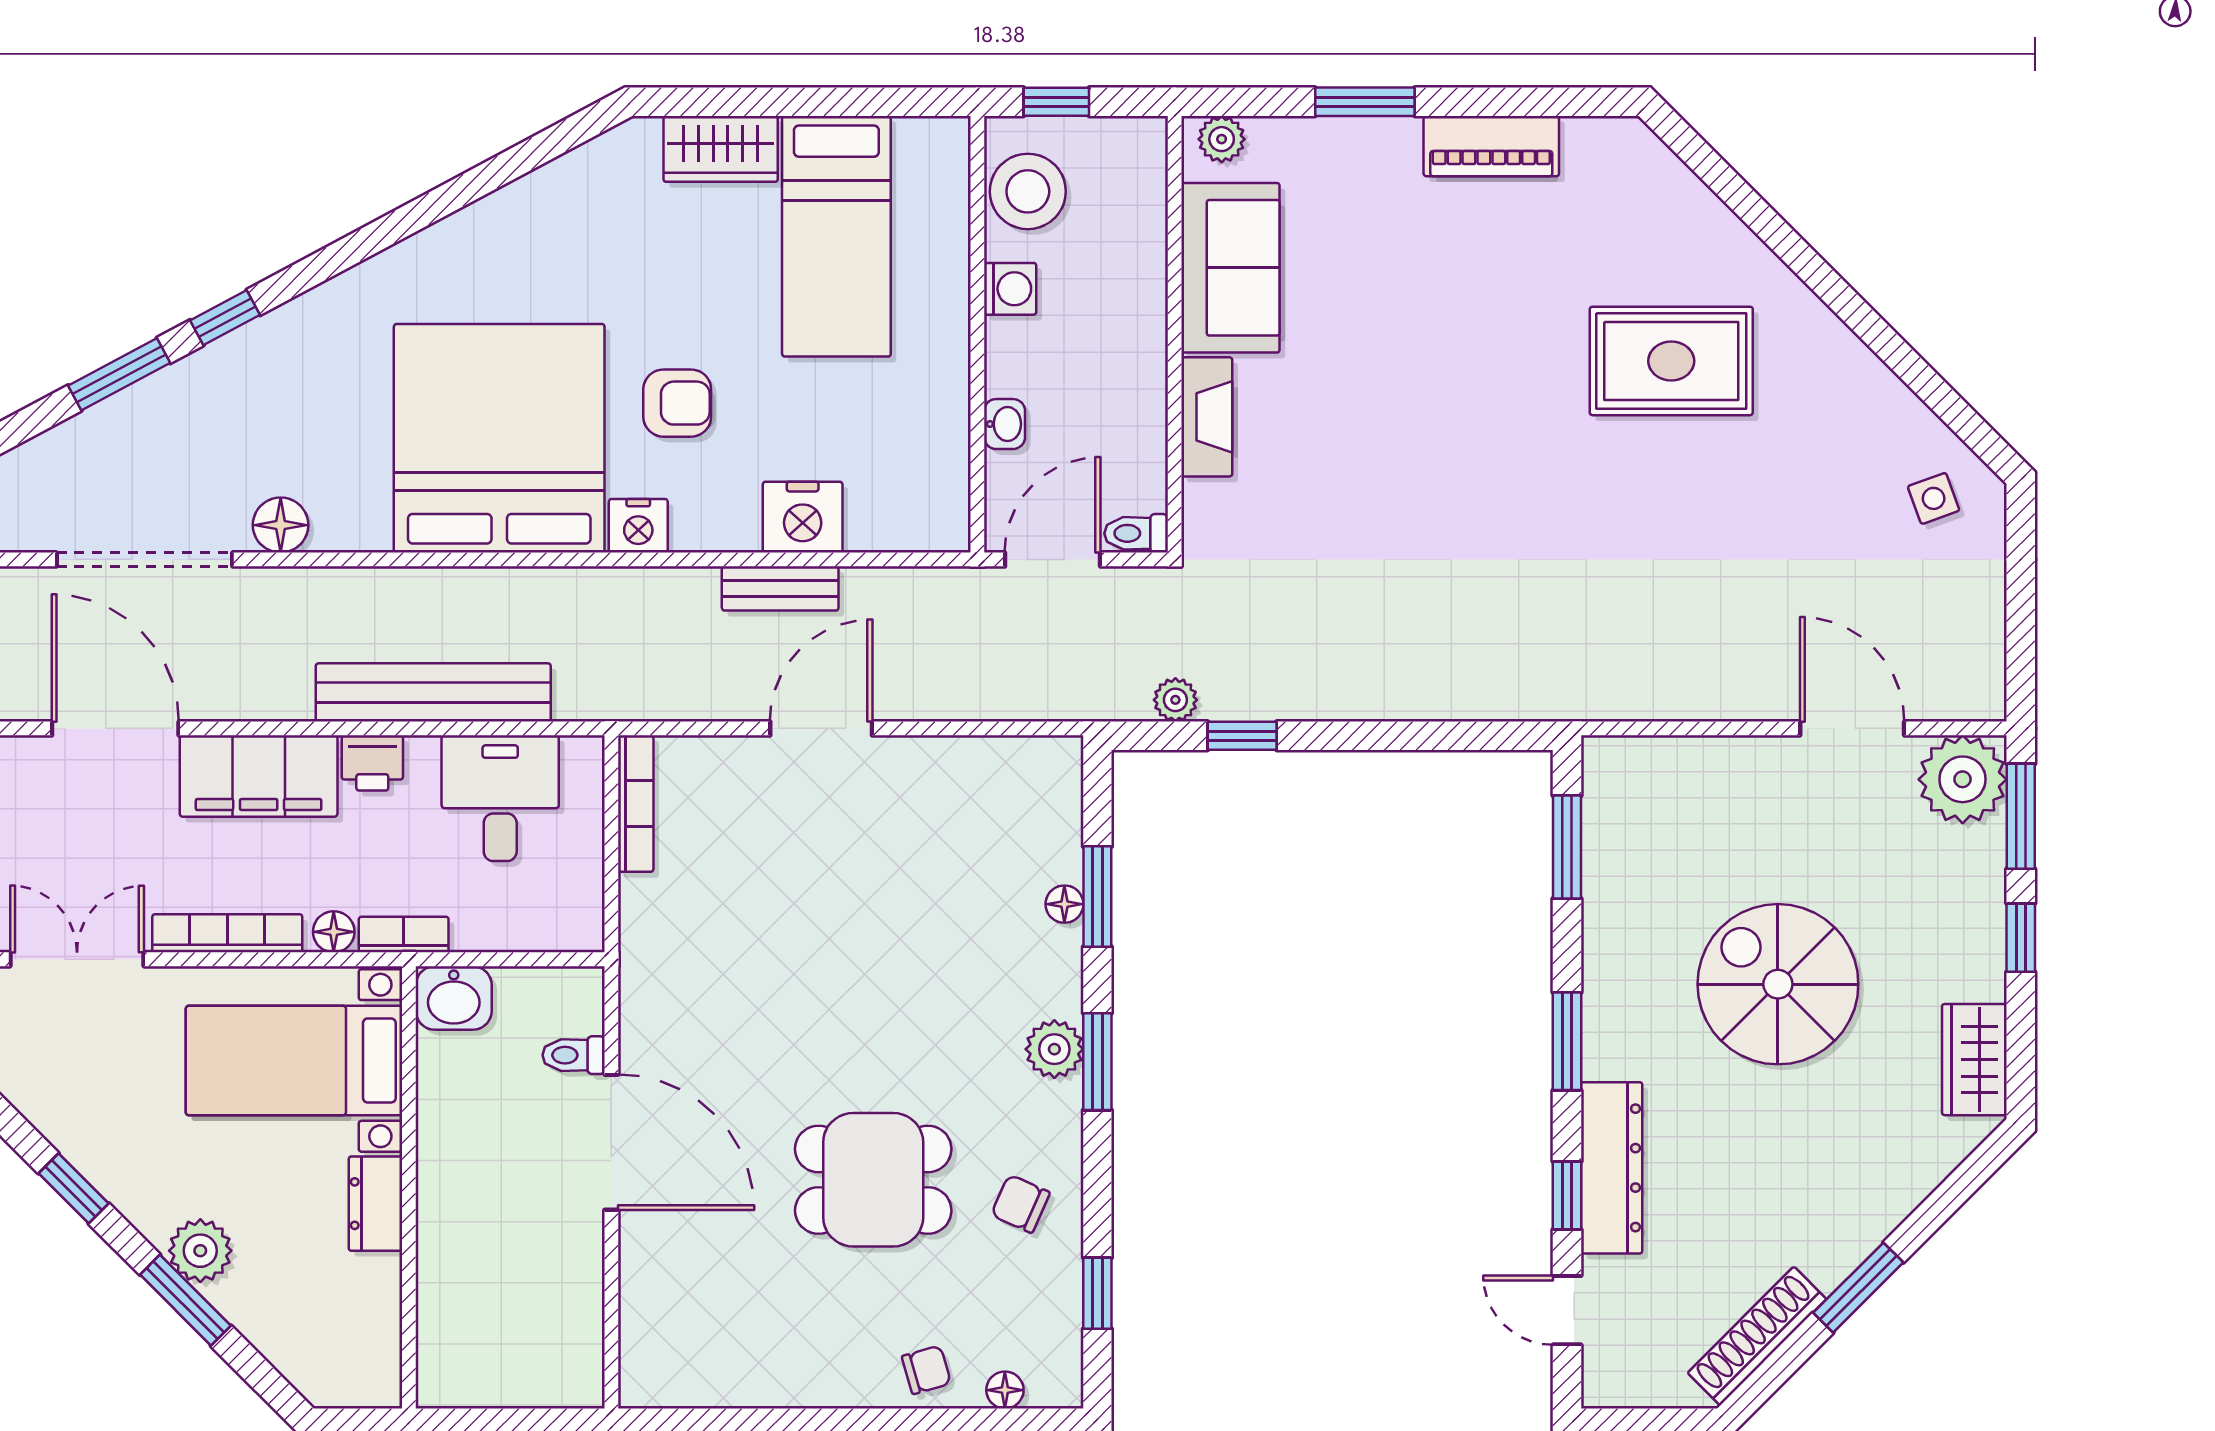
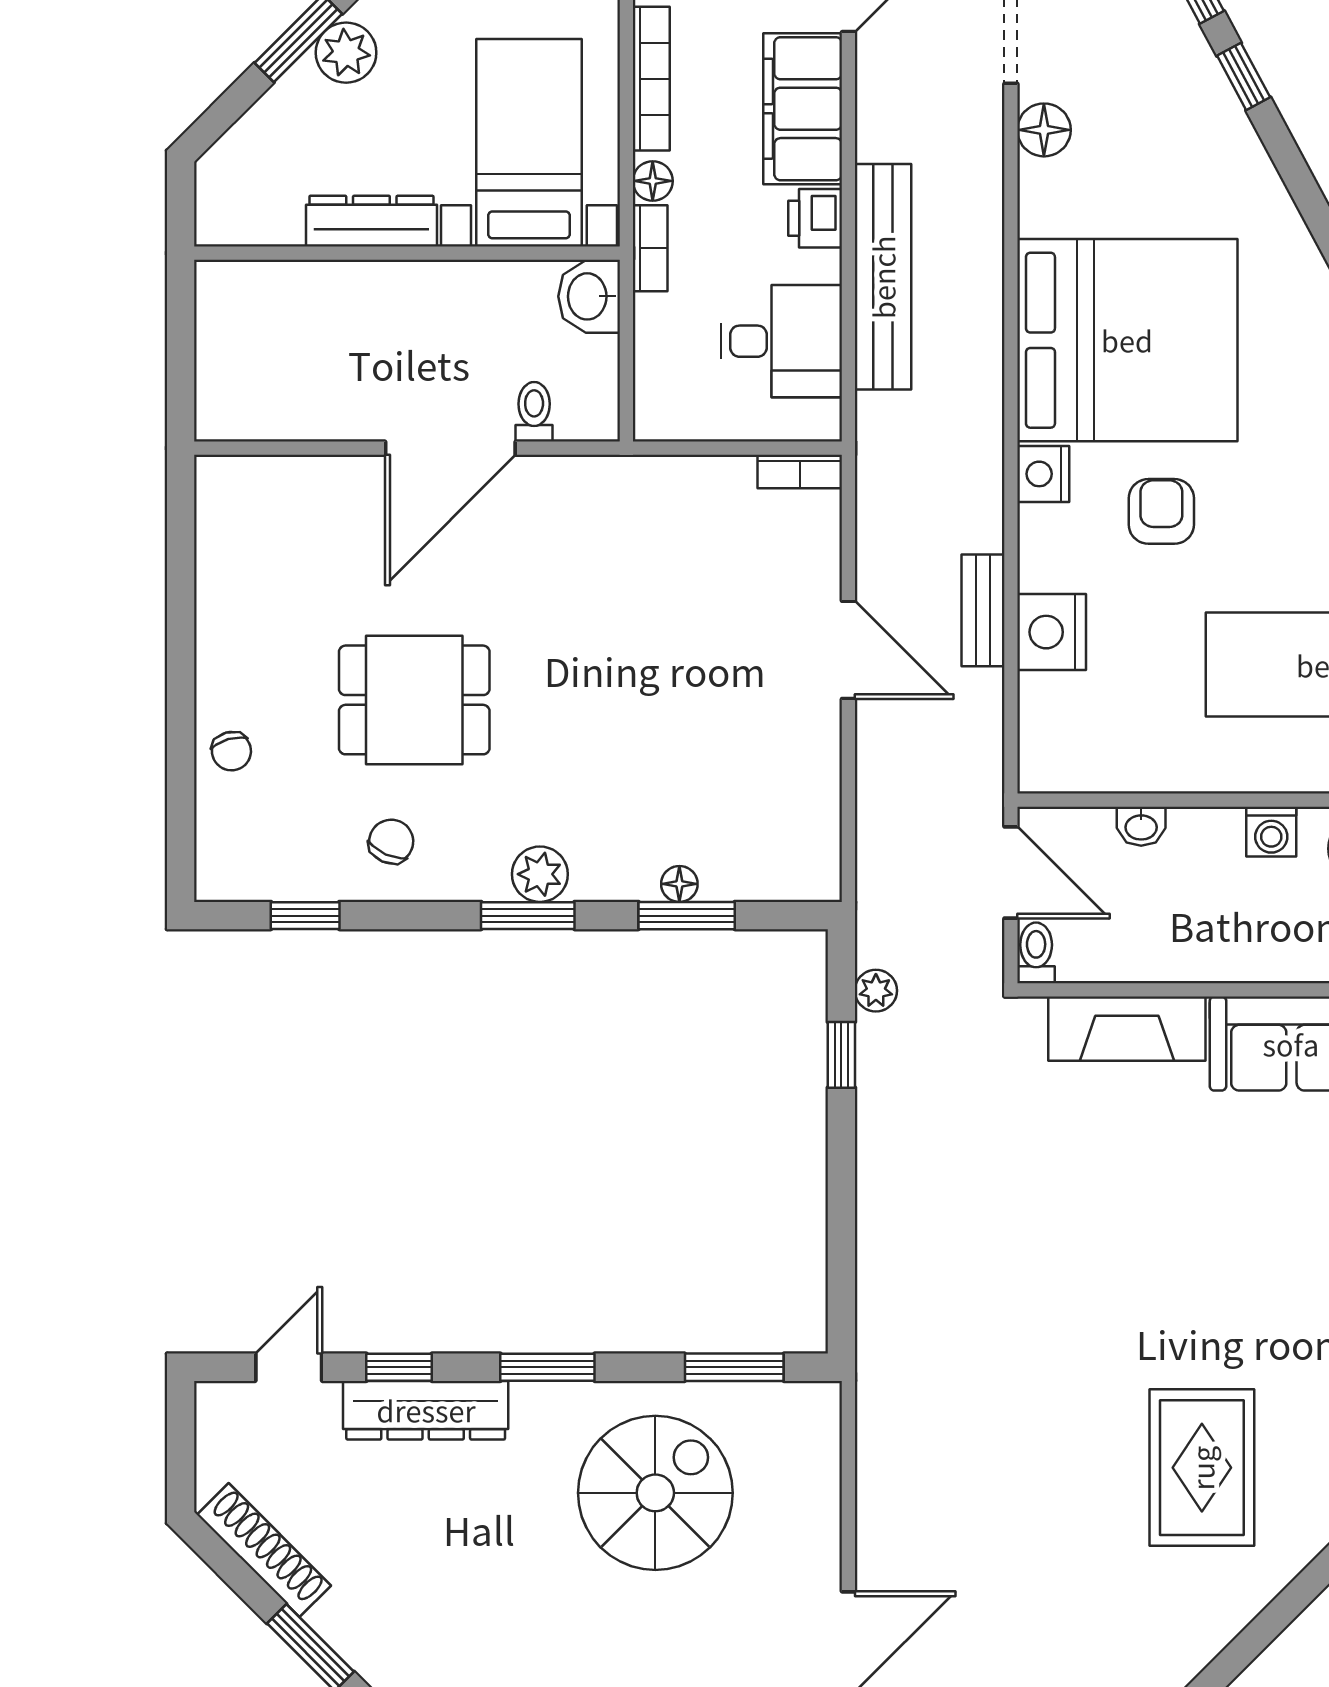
armchair: (677, 403) -> (1161, 511), turned 180
fireplace: (1207, 417) -> (1127, 1029), width x1.37, depth x1.32
bookcase: (636, 804) -> (800, 472), width x0.64
spiral stairs: (1778, 984) -> (655, 1493), moved
dining table: (873, 1180) -> (414, 700), turned 90
dresser: (375, 1204) -> (371, 221), width x1.44
floor lamp: (1005, 1390) -> (212, 827), removed

